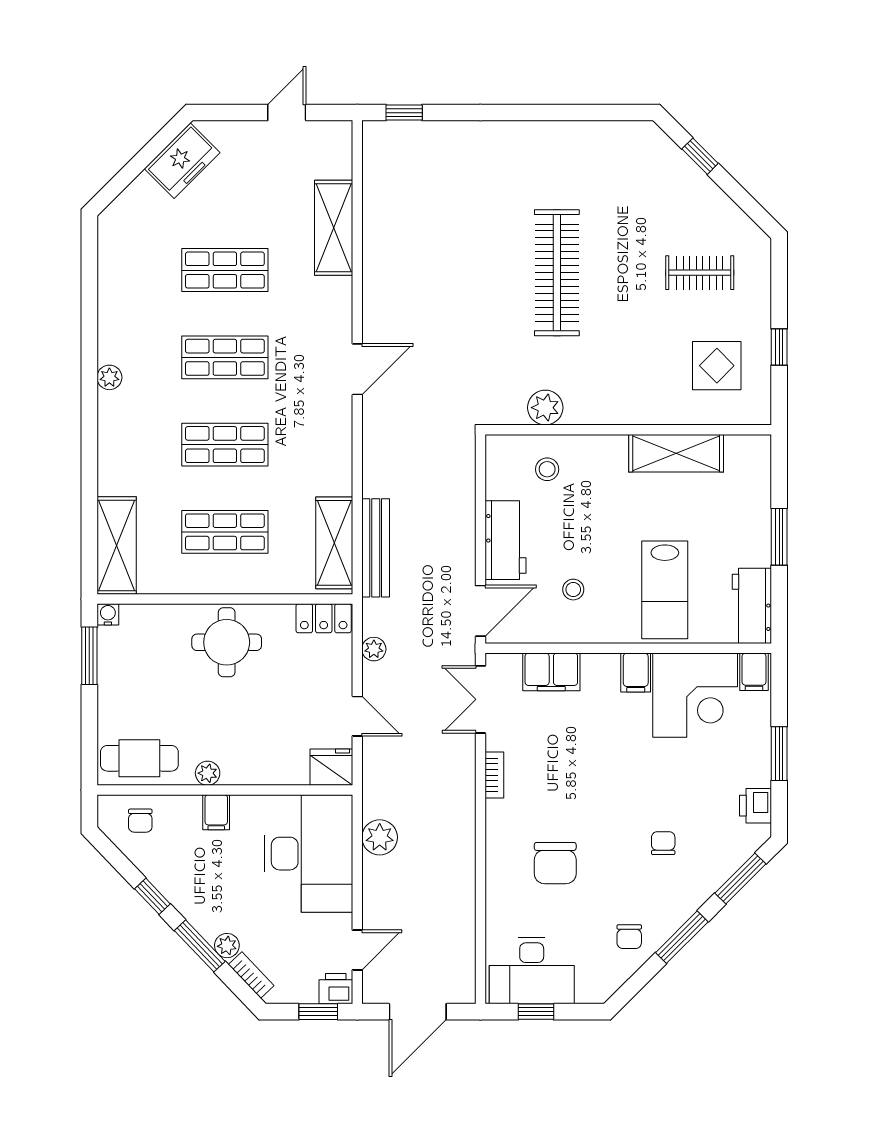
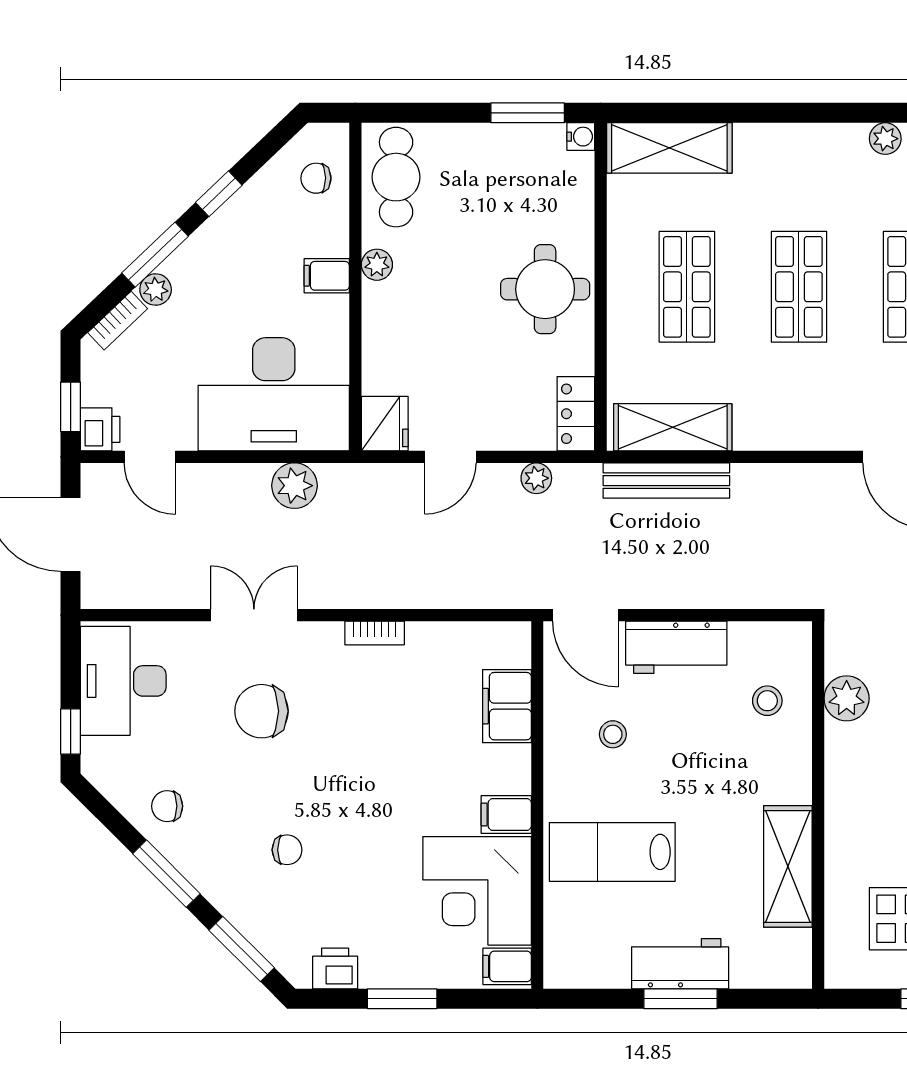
workbench: (752, 606) -> (680, 964), moved
double door: (480, 699) -> (254, 615), moved
window: (536, 1012) -> (71, 731), moved

